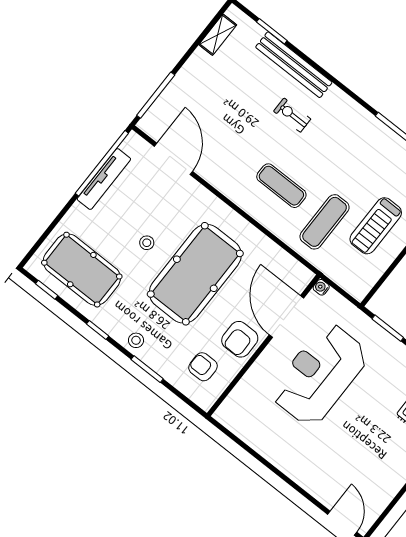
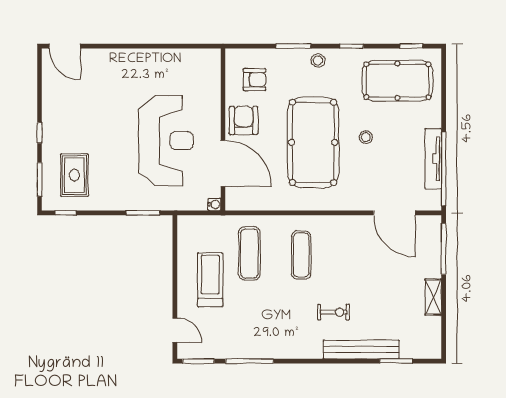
shelving: (218, 35) -> (433, 297), moved
exercise mat: (281, 186) -> (301, 255), turned 90

